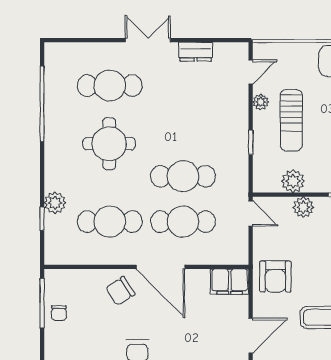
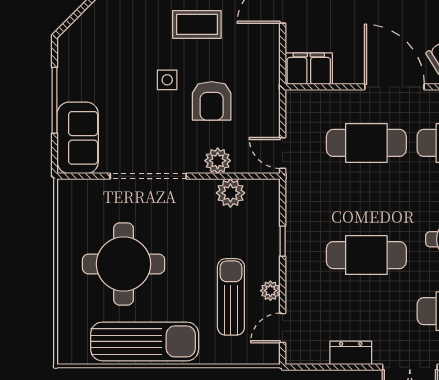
sun lounger: (291, 120) -> (231, 297), moved
cafe table: (183, 176) -> (366, 255), moved
armchair: (275, 276) -> (212, 101), moved, turned 180

